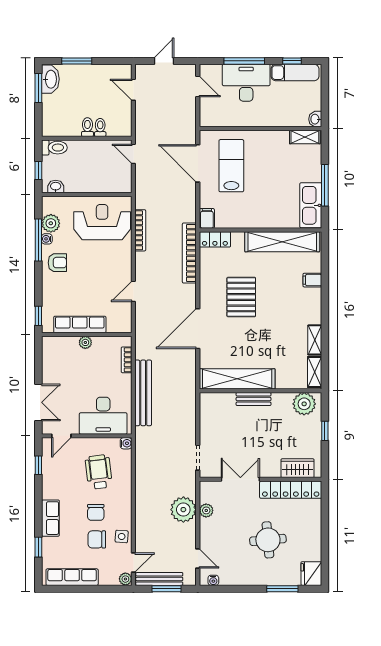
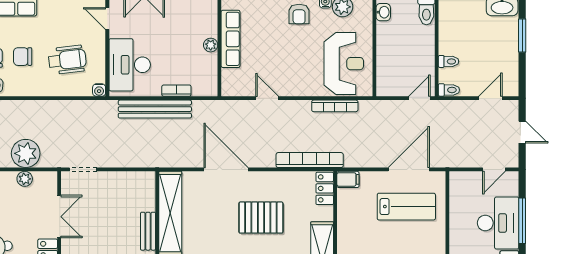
toilet: (87, 127) -> (449, 90), moved
bookcase: (127, 360) -> (176, 91), moved

